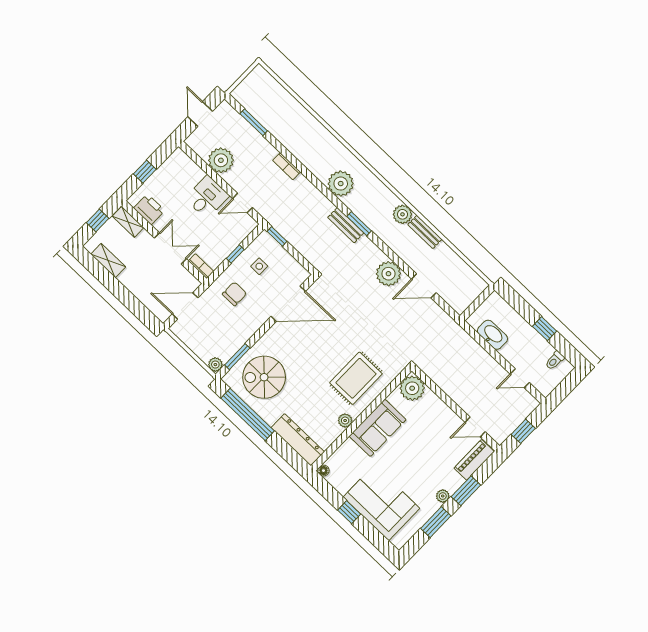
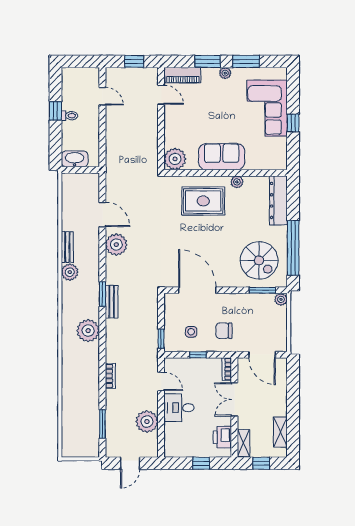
washbasin: (492, 335) -> (75, 159), moved, turned 90
toilet: (555, 360) -> (70, 116), moved
floor lamp: (323, 471) -> (282, 165), removed

